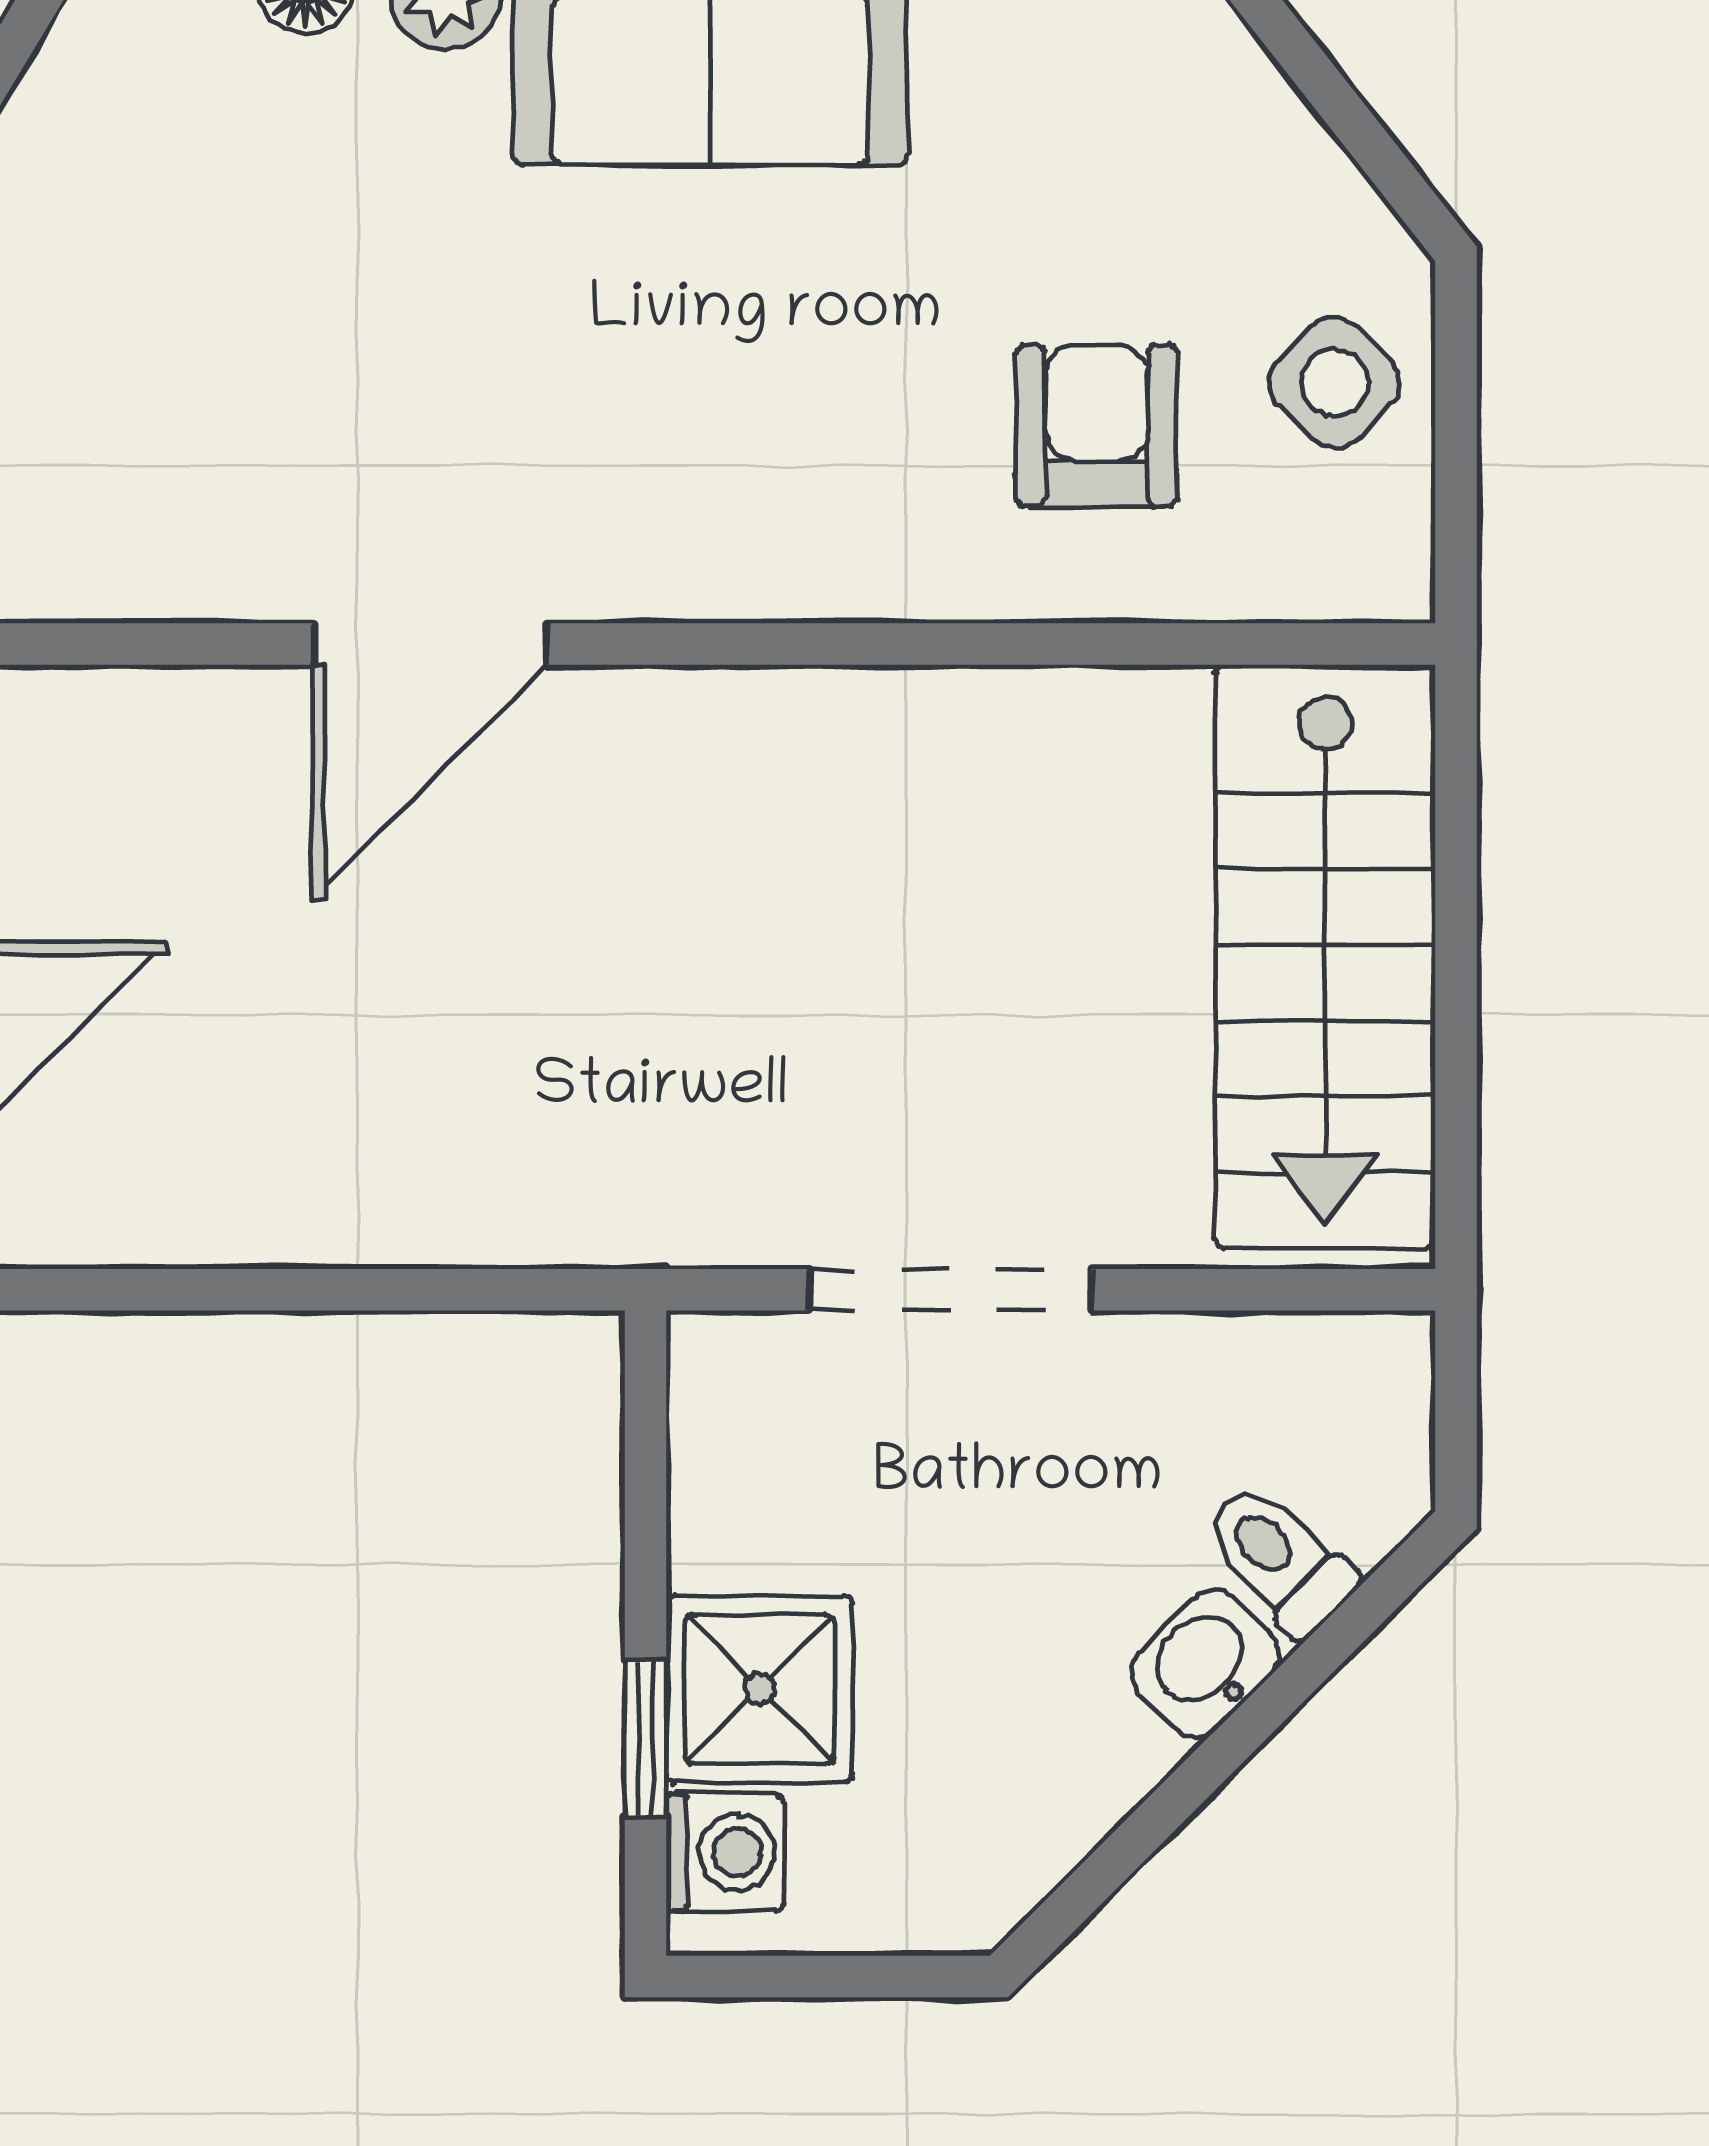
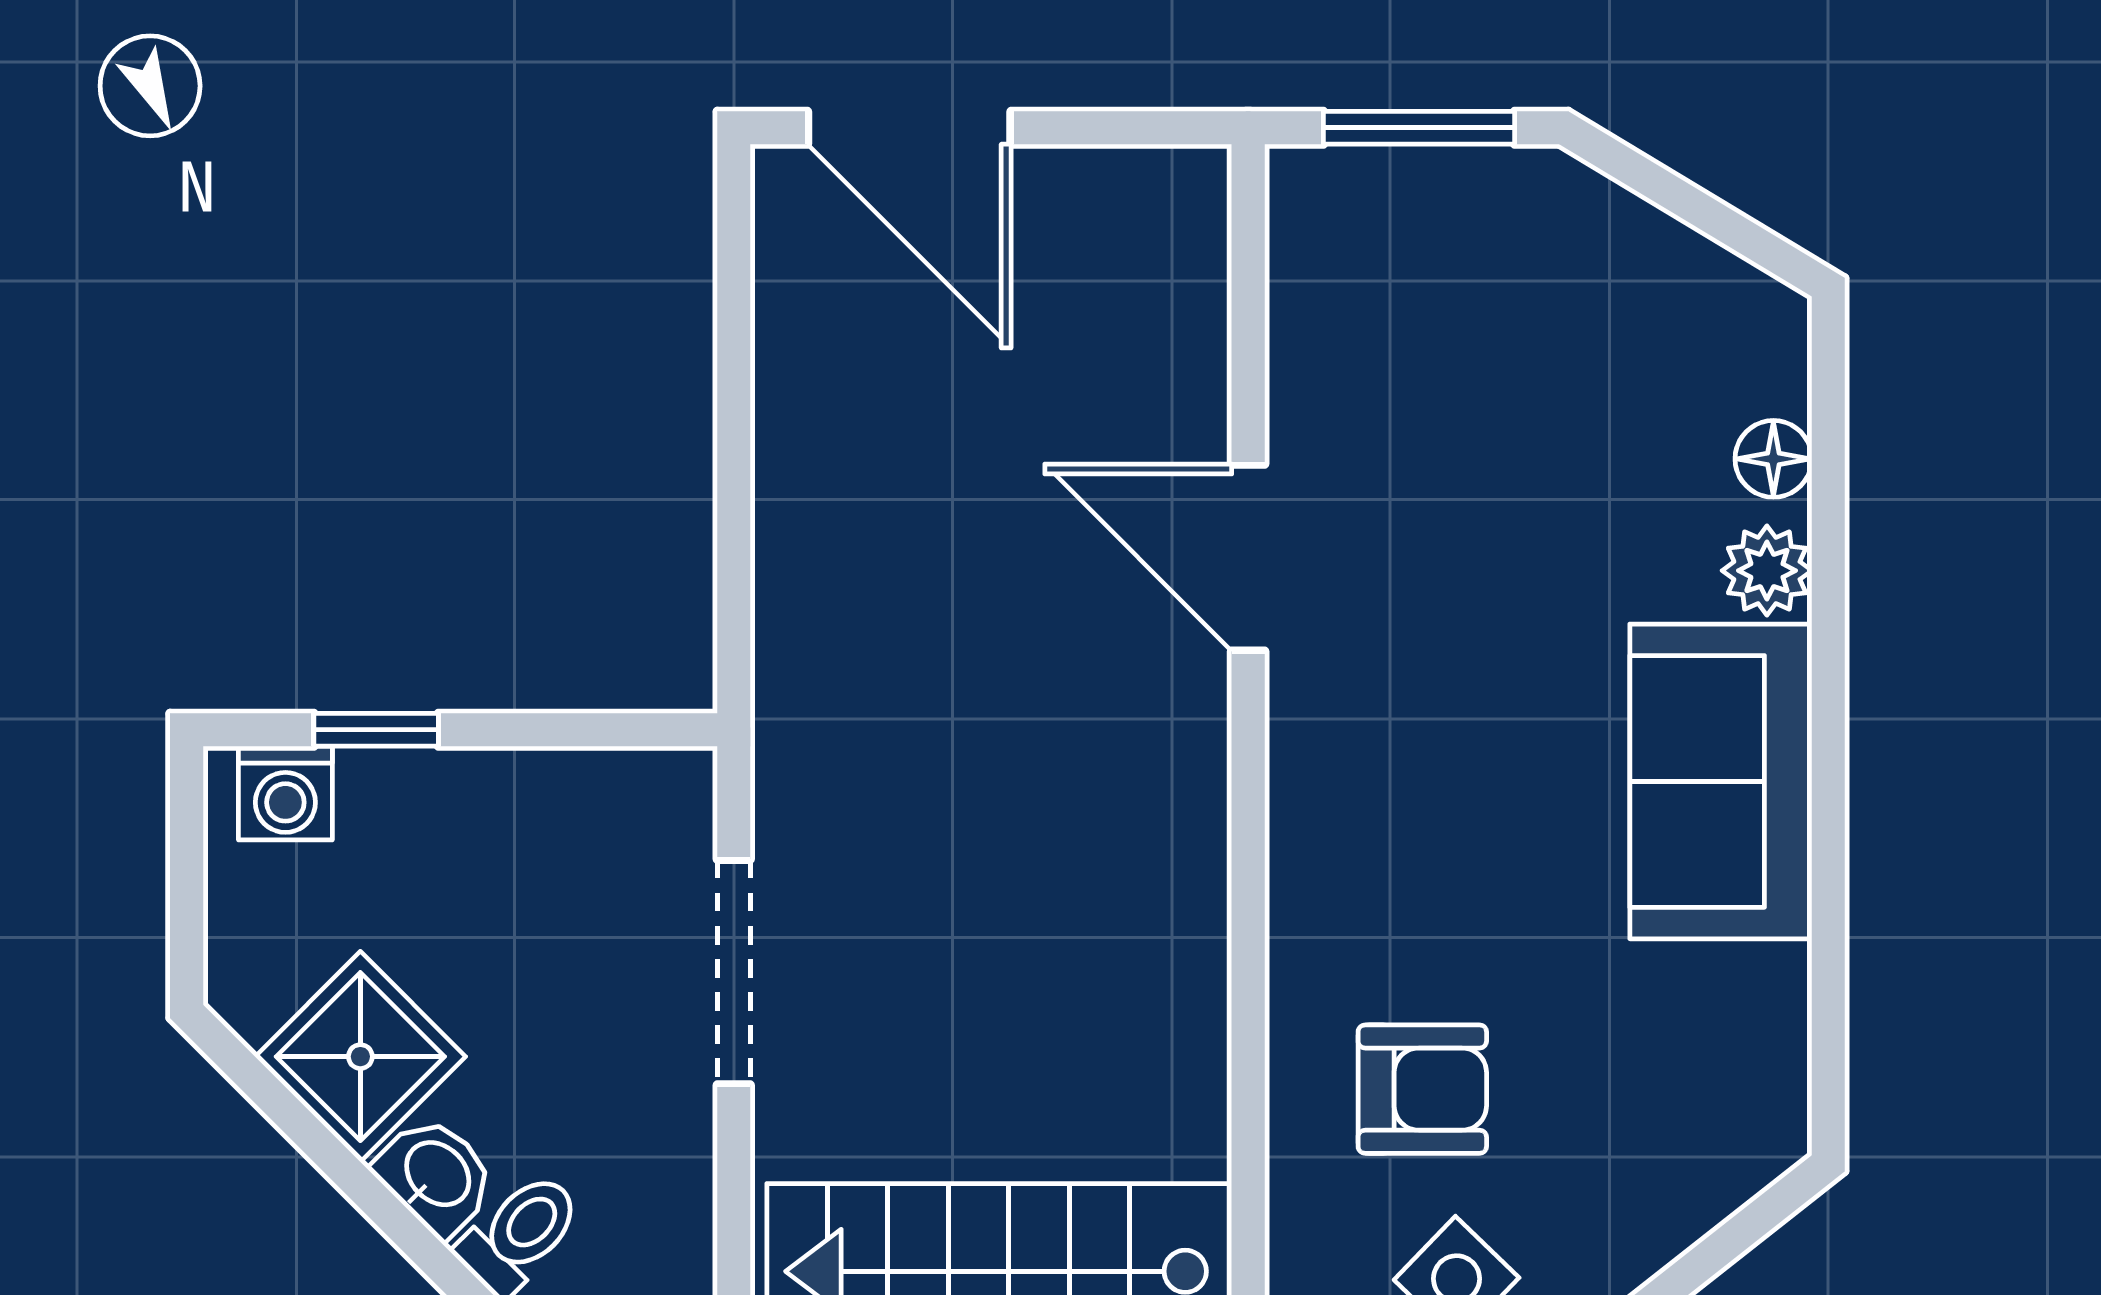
shower: (760, 1689) -> (360, 1057), moved, turned 45

